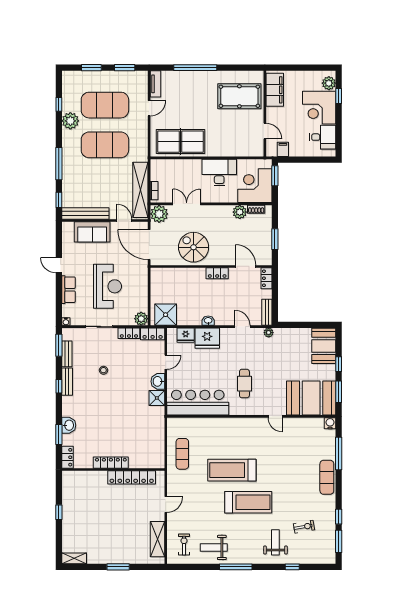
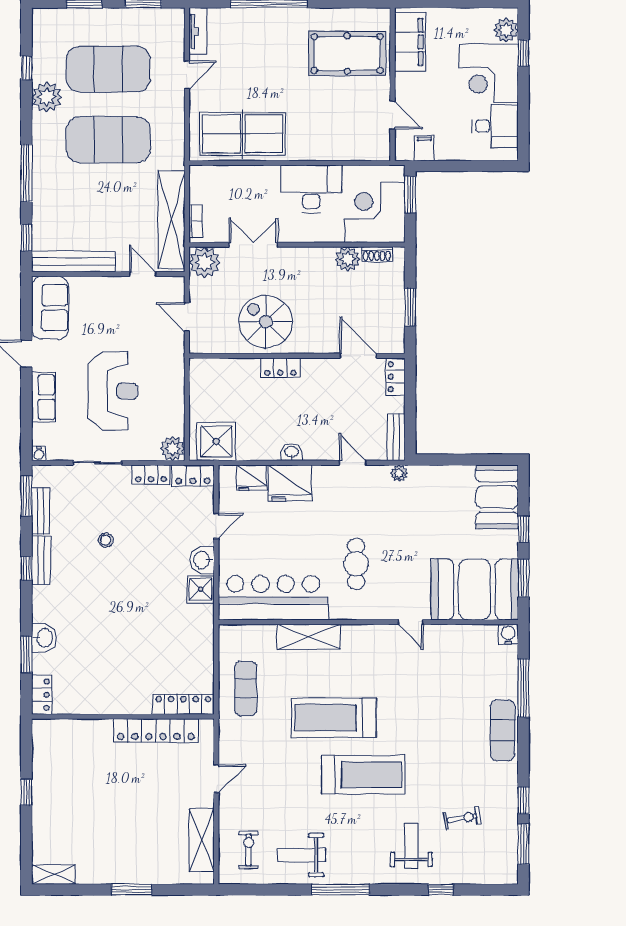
sofa: (92, 232) -> (50, 308), moved, turned -90
door: (149, 245) -> (187, 317), width x0.53
locker: (217, 273) -> (280, 368), moved
shelving: (218, 425) -> (309, 637), added
locker: (111, 463) -> (183, 704), moved

